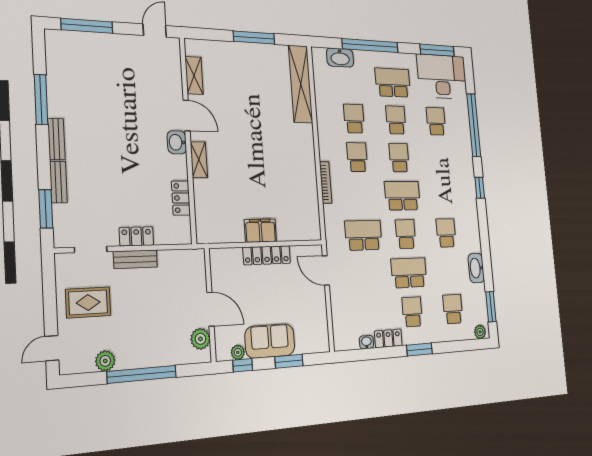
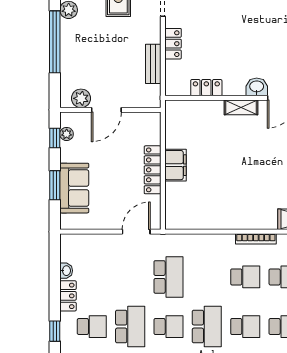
bookcase: (326, 182) -> (256, 239), moved
bench: (135, 259) -> (153, 64), moved
sofa: (270, 341) -> (74, 188), moved
window: (419, 350) -> (55, 331), width x0.67

